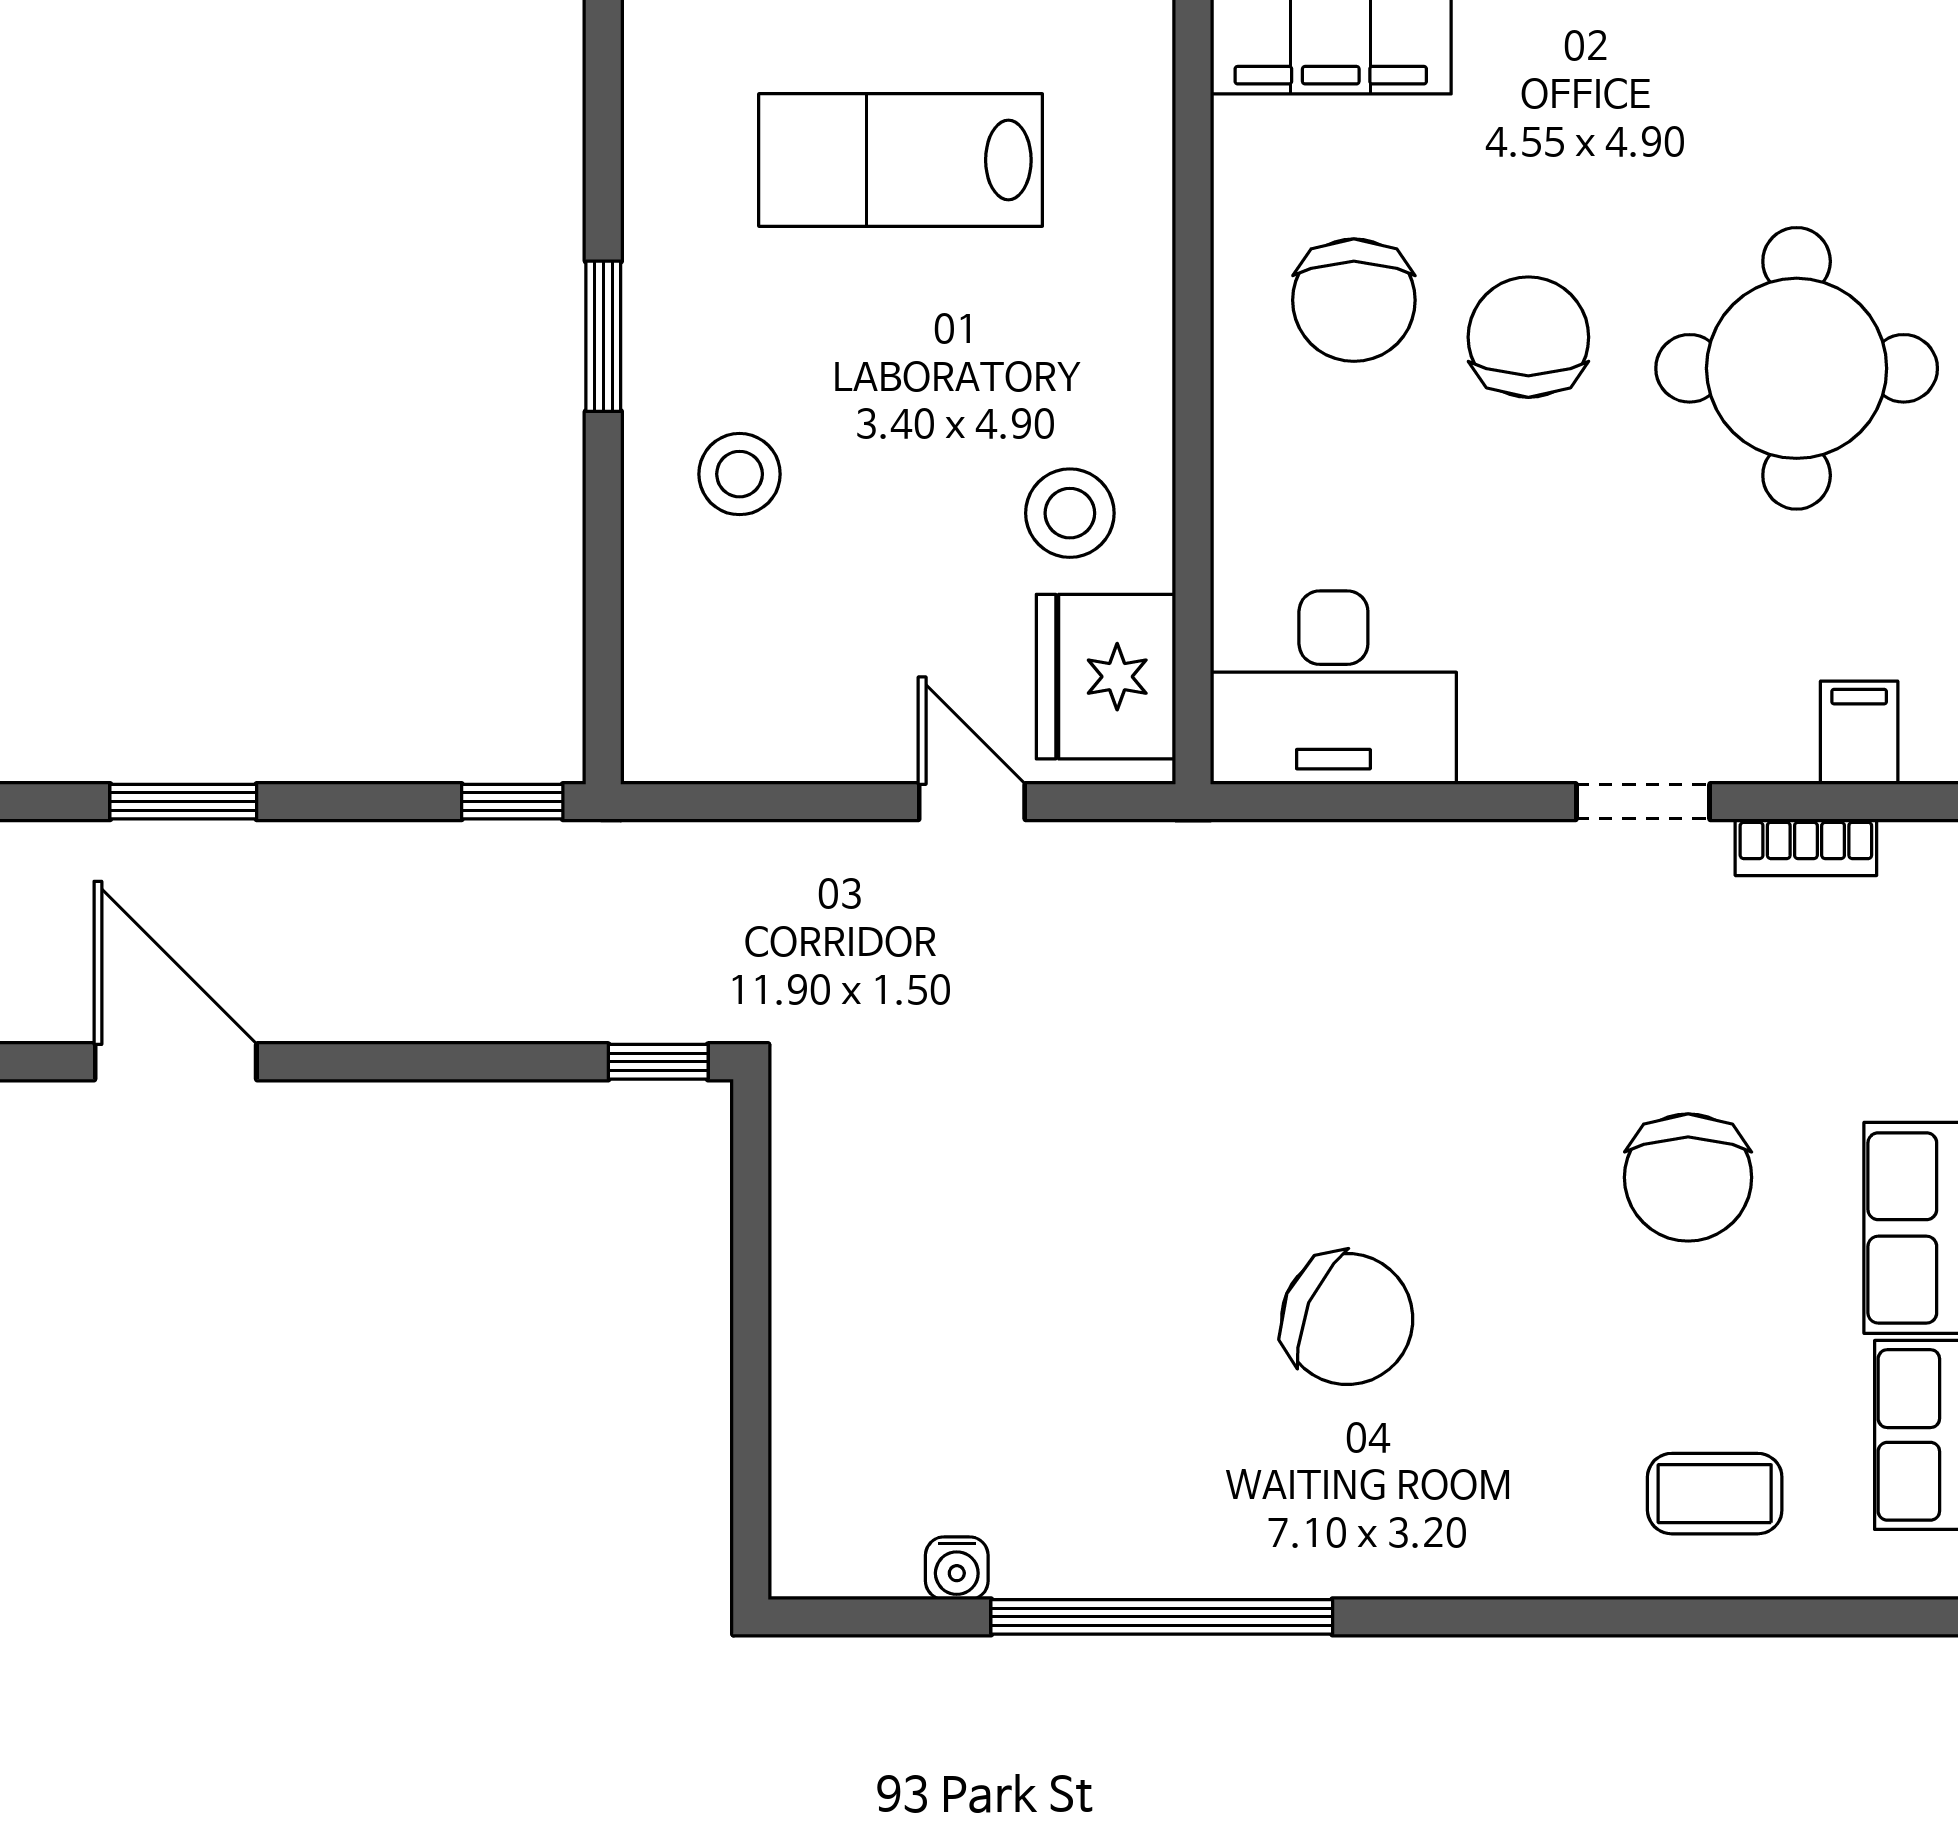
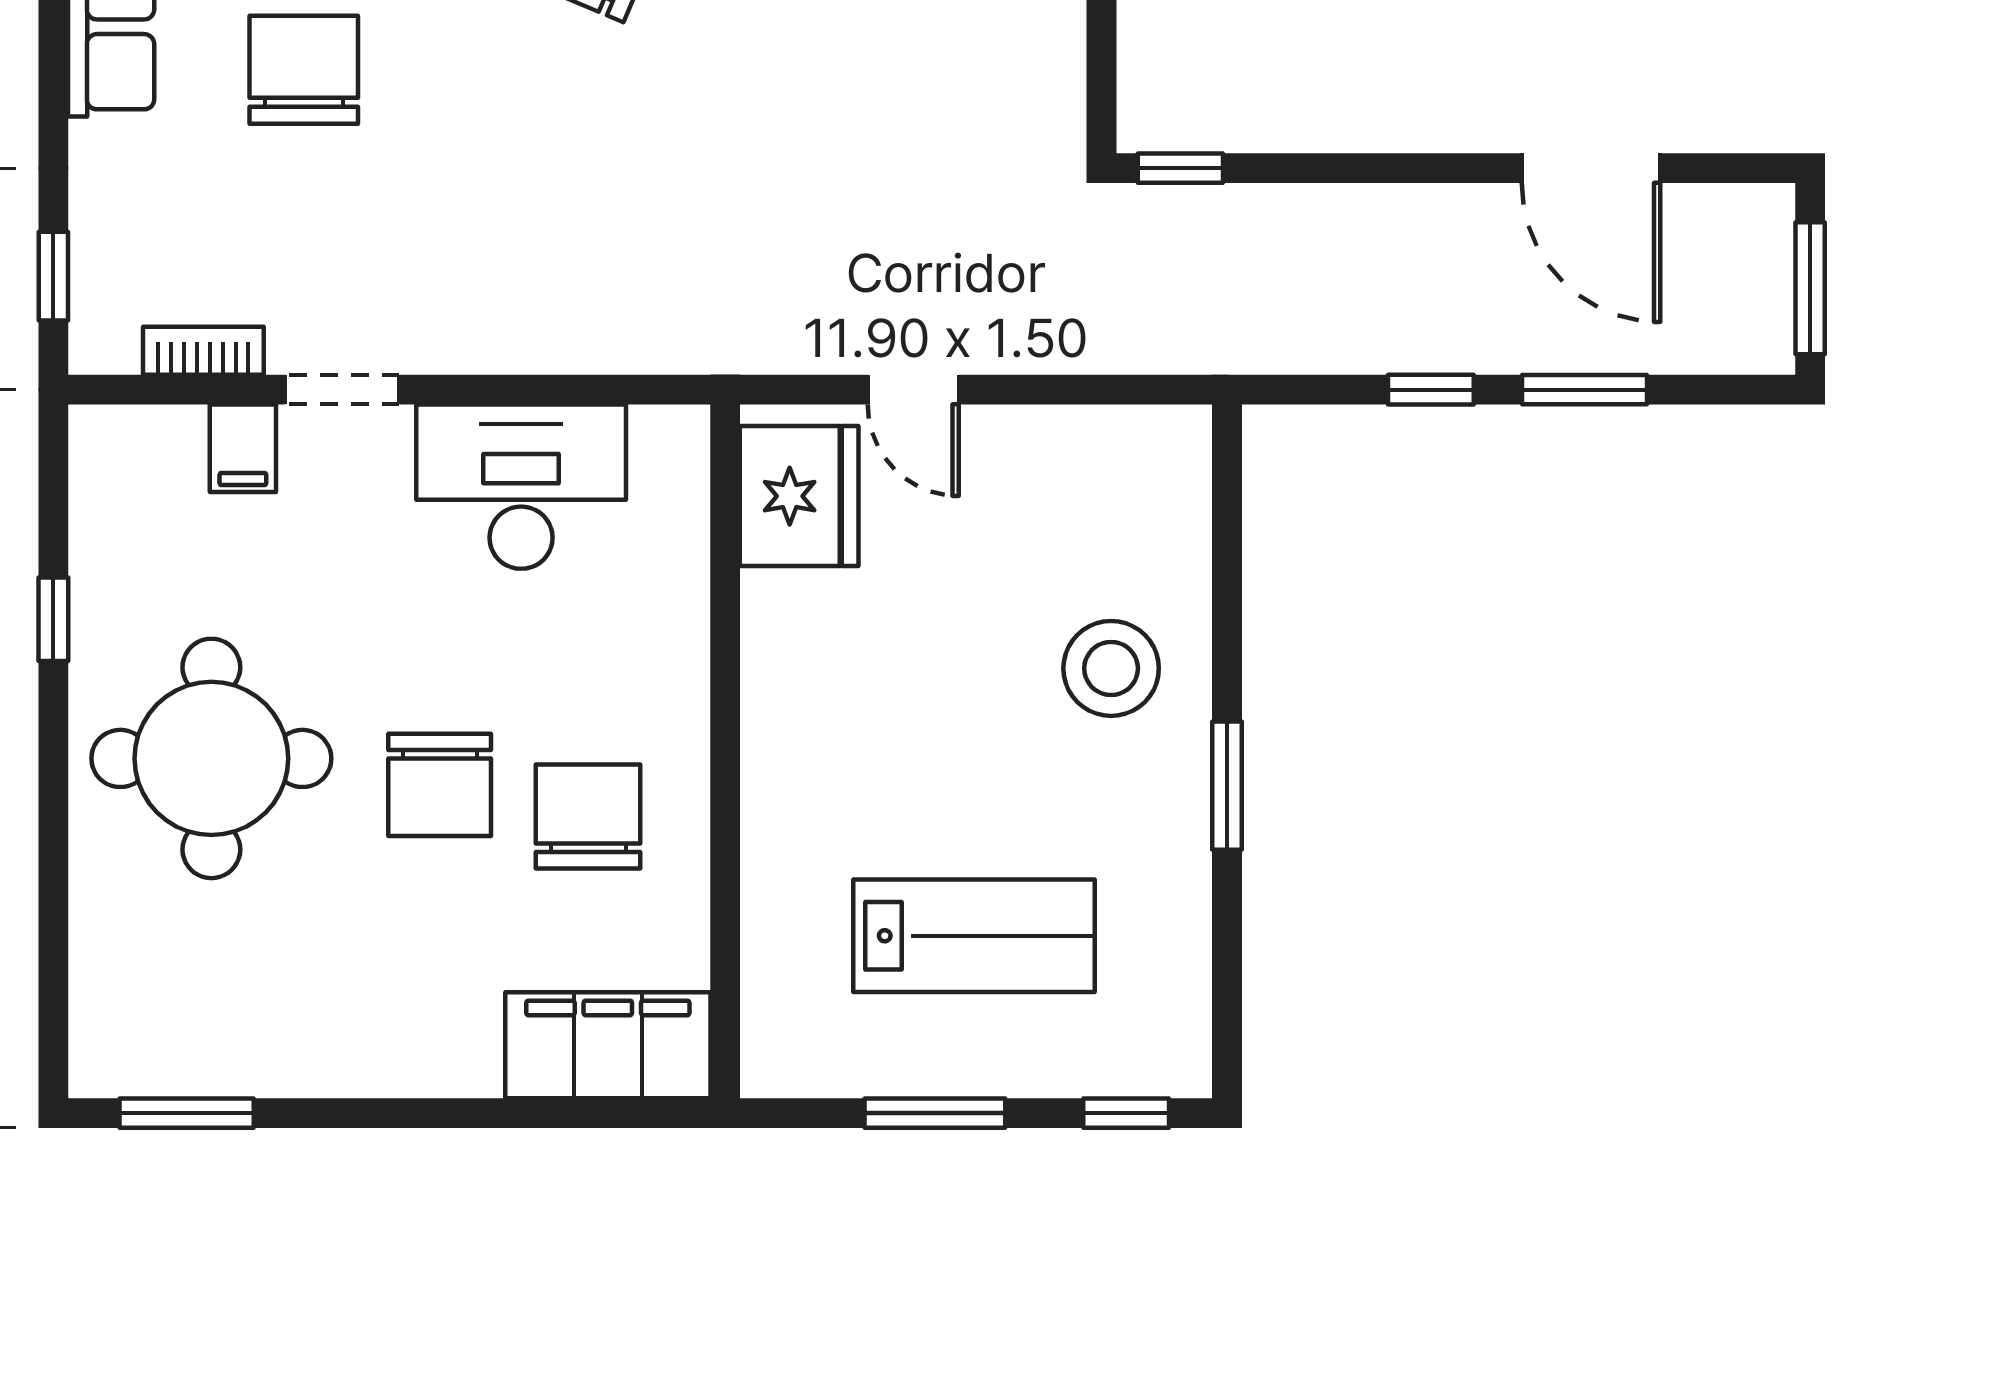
stool: (740, 474) -> (1111, 668), width x1.38, depth x1.38
stool: (1070, 513) -> (830, 635), removed
desk: (1333, 688) -> (521, 487), moved
filing cabinet: (1859, 733) -> (243, 448), moved
window: (512, 802) -> (1431, 390), moved

